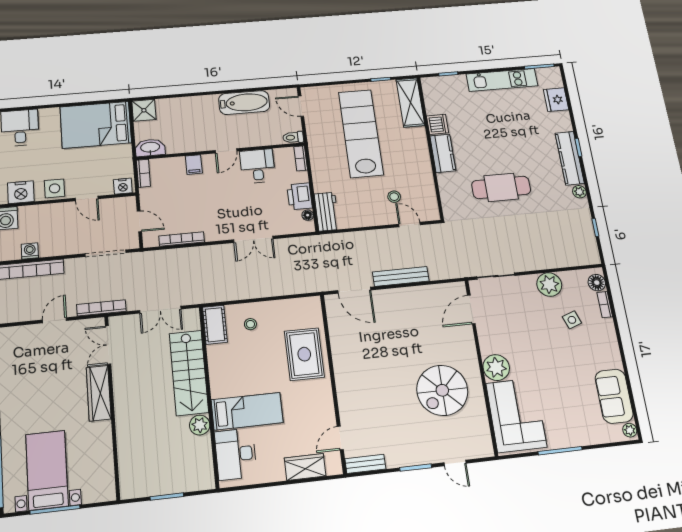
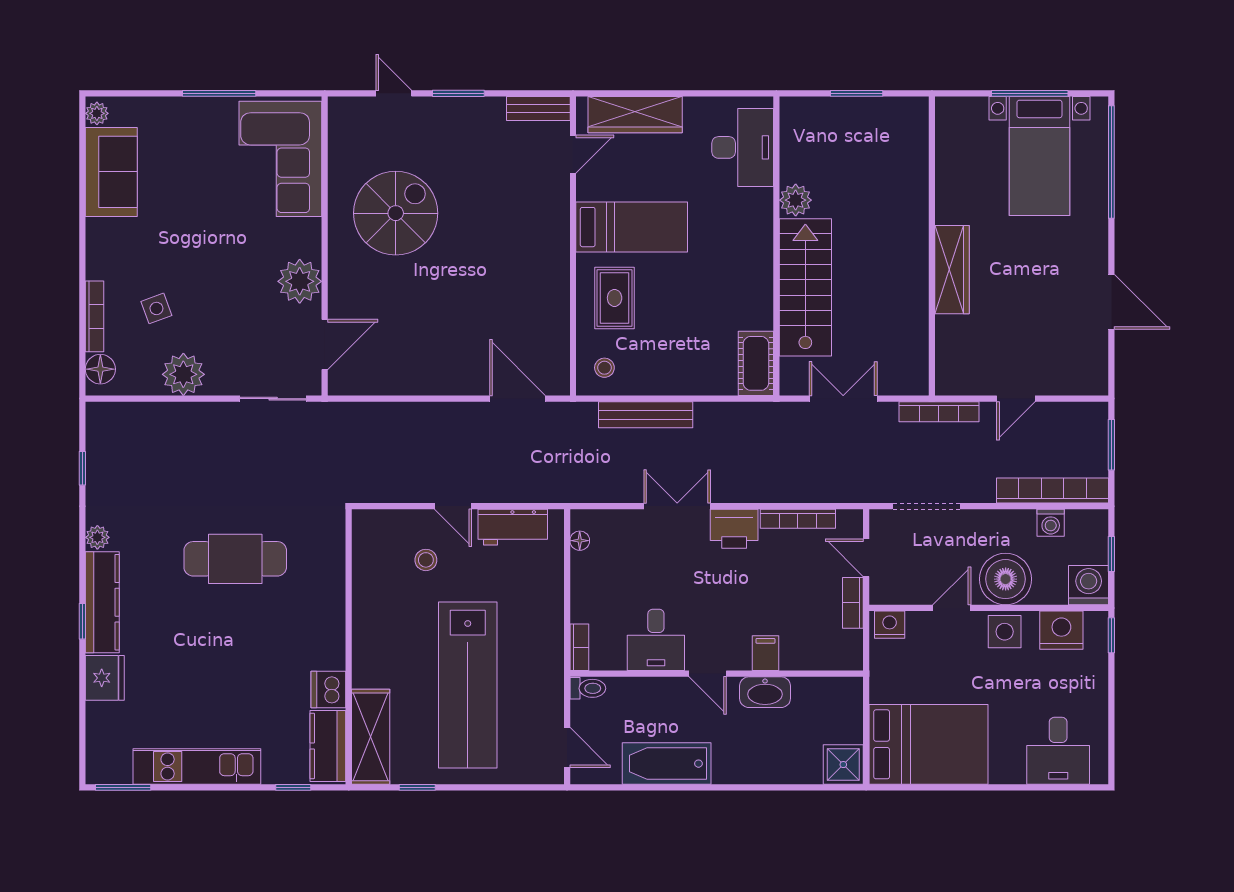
fridge: (556, 100) -> (105, 678), moved
washbasin: (150, 148) -> (765, 692), moved
door: (226, 151) -> (708, 674), swing flipped
kitchen counter: (443, 153) -> (328, 746), moved
bookcase: (143, 173) -> (853, 603), moved
printer: (300, 196) -> (734, 529), moved, turned 90
door: (87, 198) -> (952, 608), hinge flipped
workbench: (327, 212) -> (513, 527), moved, turned -90
boiler: (56, 217) -> (1006, 579), added
door: (410, 224) -> (453, 506), moved
bench: (401, 276) -> (646, 415), moved
bookcase: (605, 305) -> (95, 316), width x1.56
stool: (250, 324) -> (604, 368), moved
double door: (108, 345) -> (932, 348), removed
rug: (304, 354) -> (615, 298), width x0.73, depth x0.70
plant: (496, 368) -> (300, 281), moved
bed: (247, 411) -> (632, 227), moved, turned 180
wardrobe: (305, 467) -> (635, 115), width x1.50

